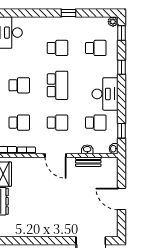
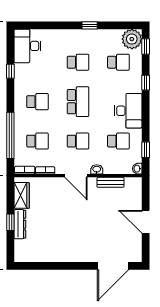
plant: (113, 22) -> (132, 39), width x1.88, depth x1.88
washbasin: (87, 149) -> (97, 169), moved

